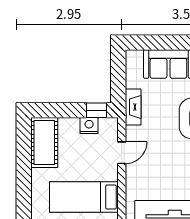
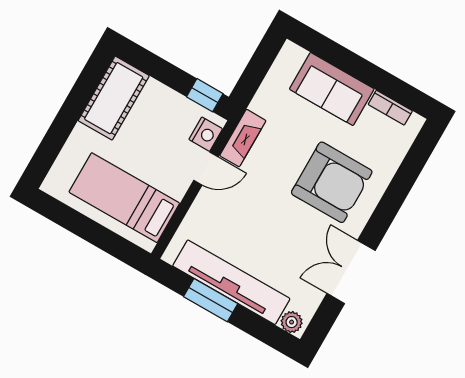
fireplace: (133, 107) -> (243, 138), moved
nightstand: (89, 125) -> (206, 134), moved, turned 90

